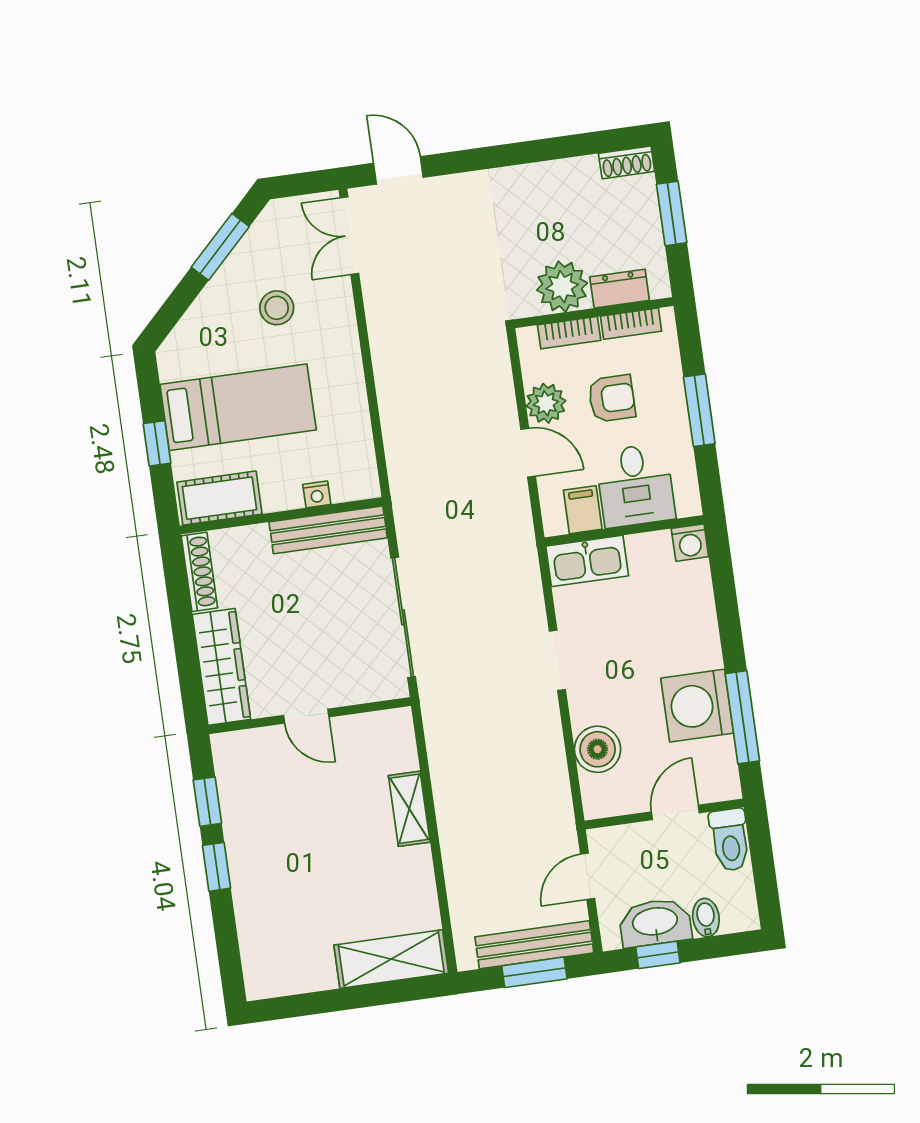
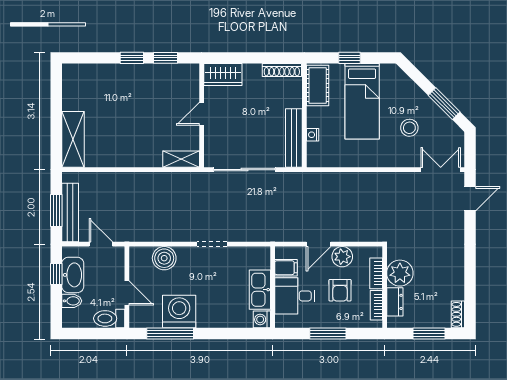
kitchen sink: (587, 561) -> (260, 290), moved
wardrobe: (221, 667) -> (223, 74), width x0.67
shelving: (409, 809) -> (181, 159), moved

